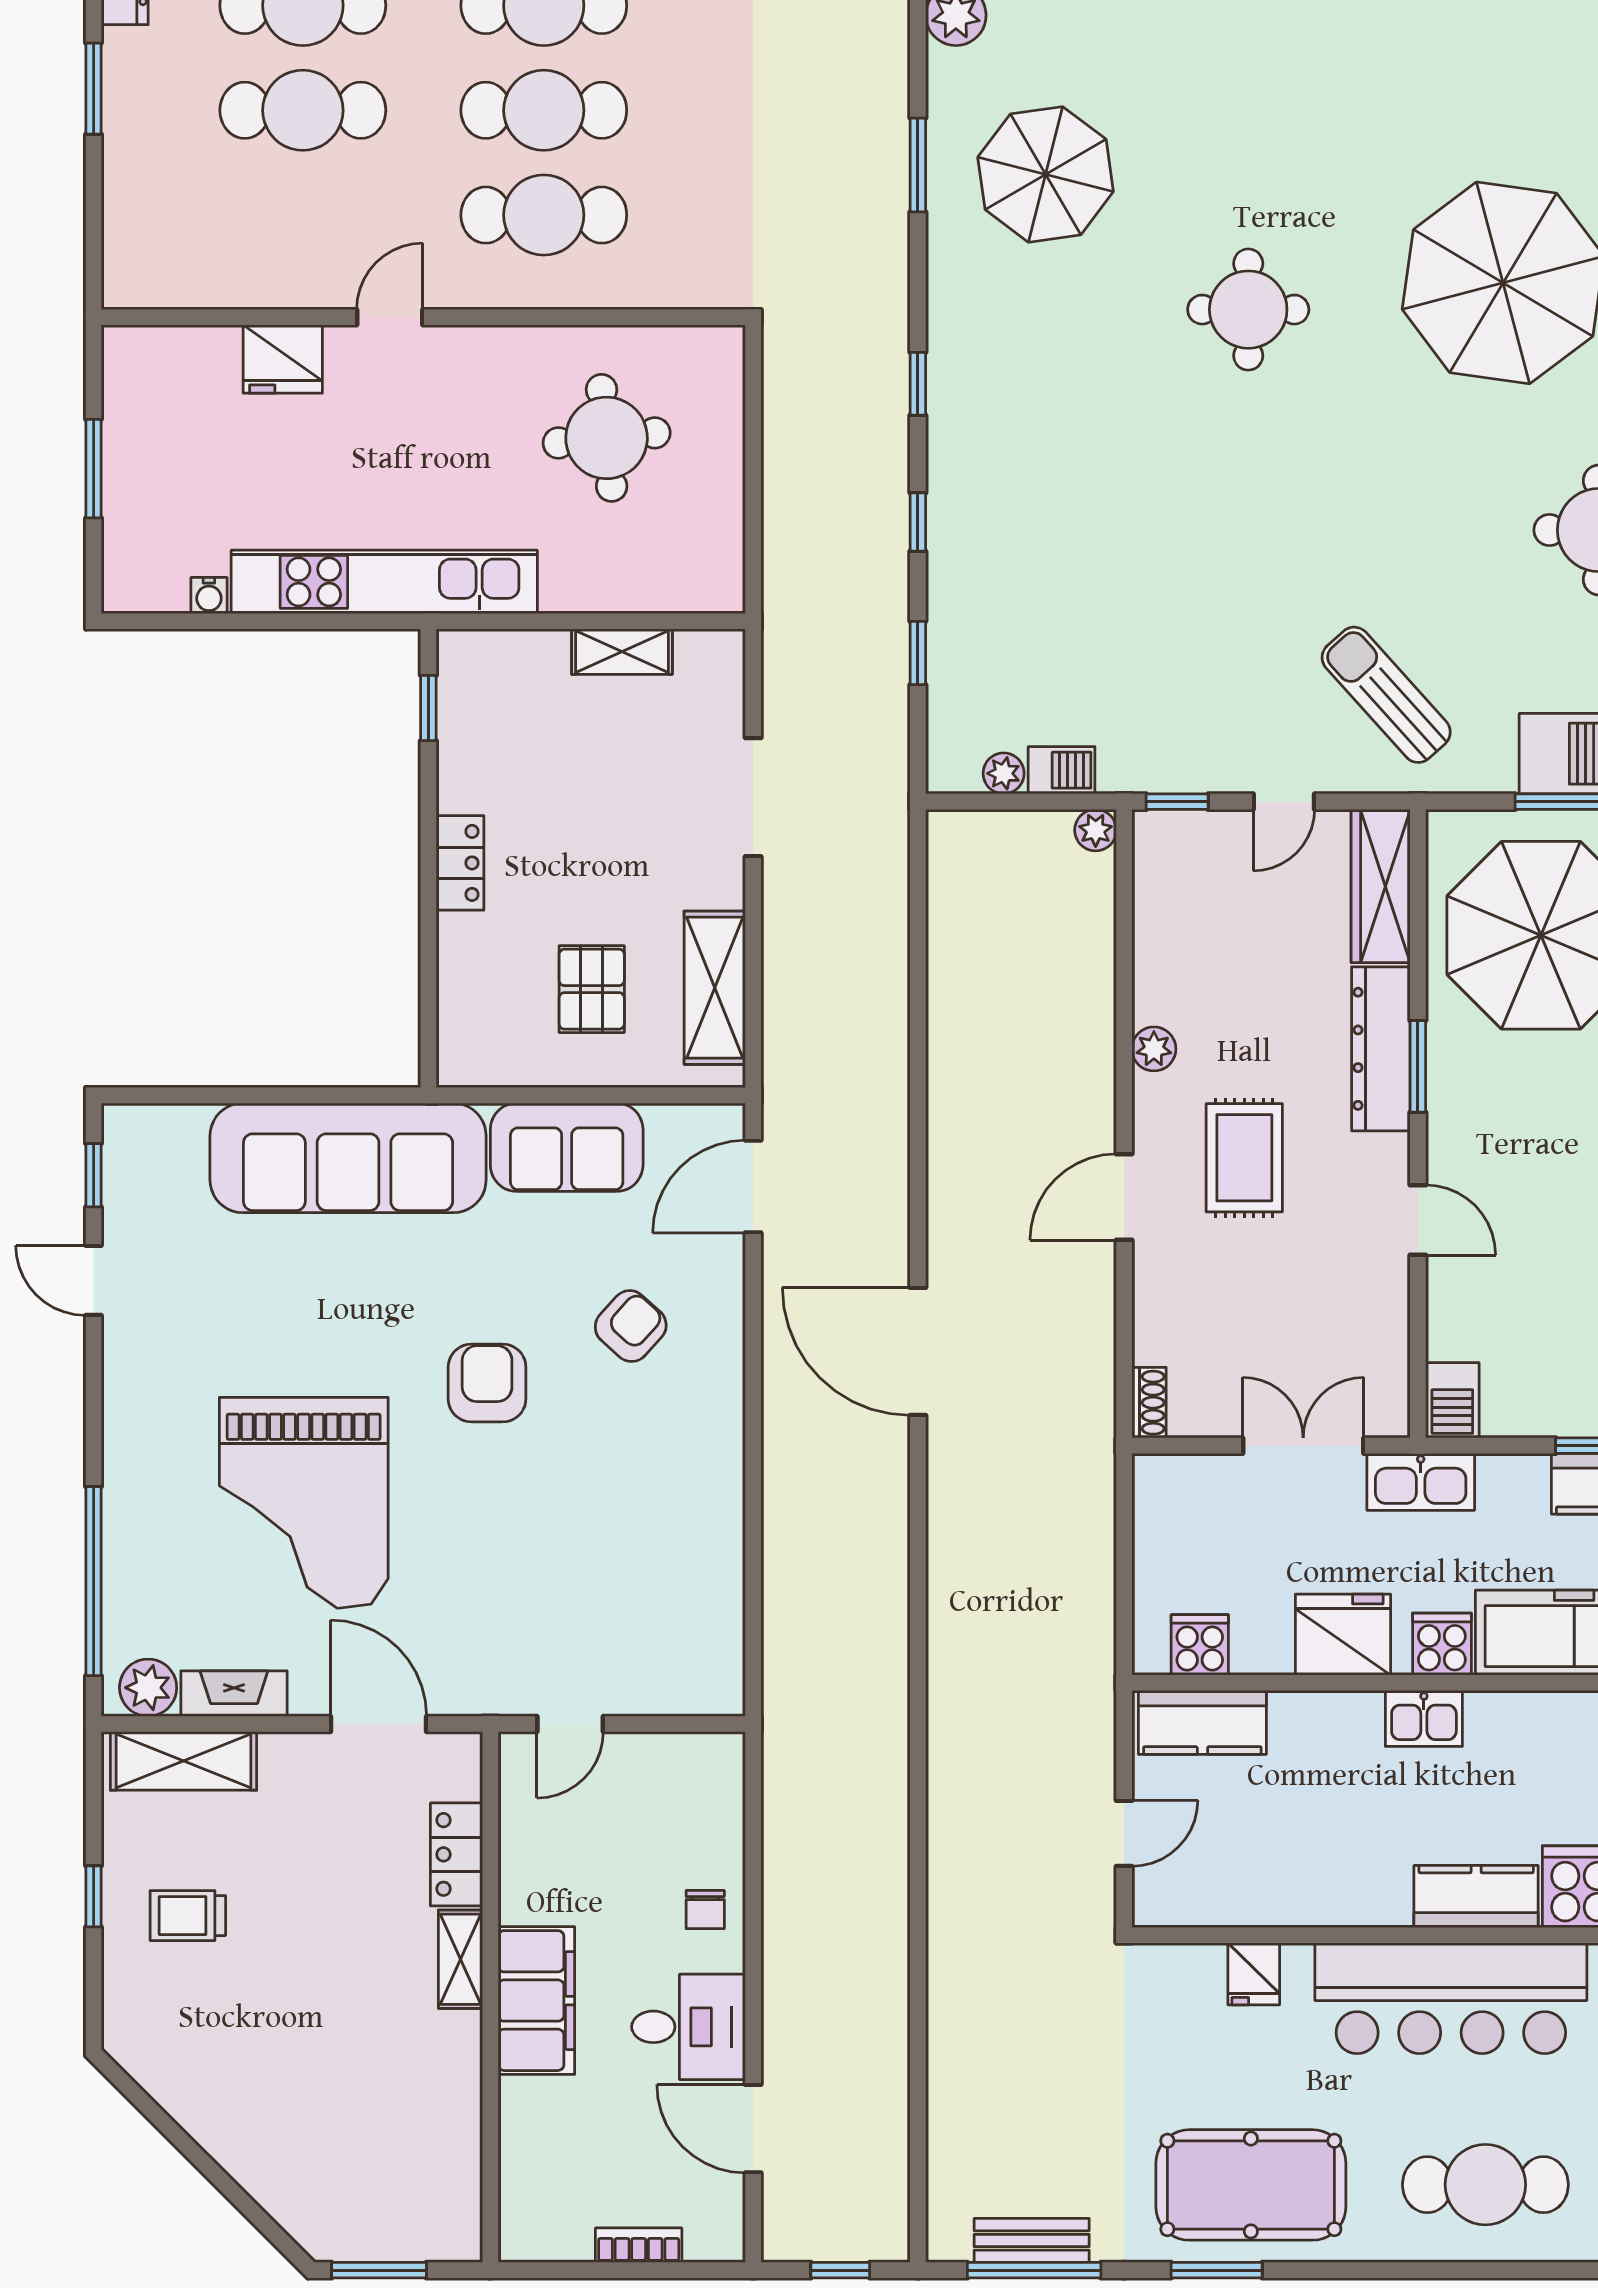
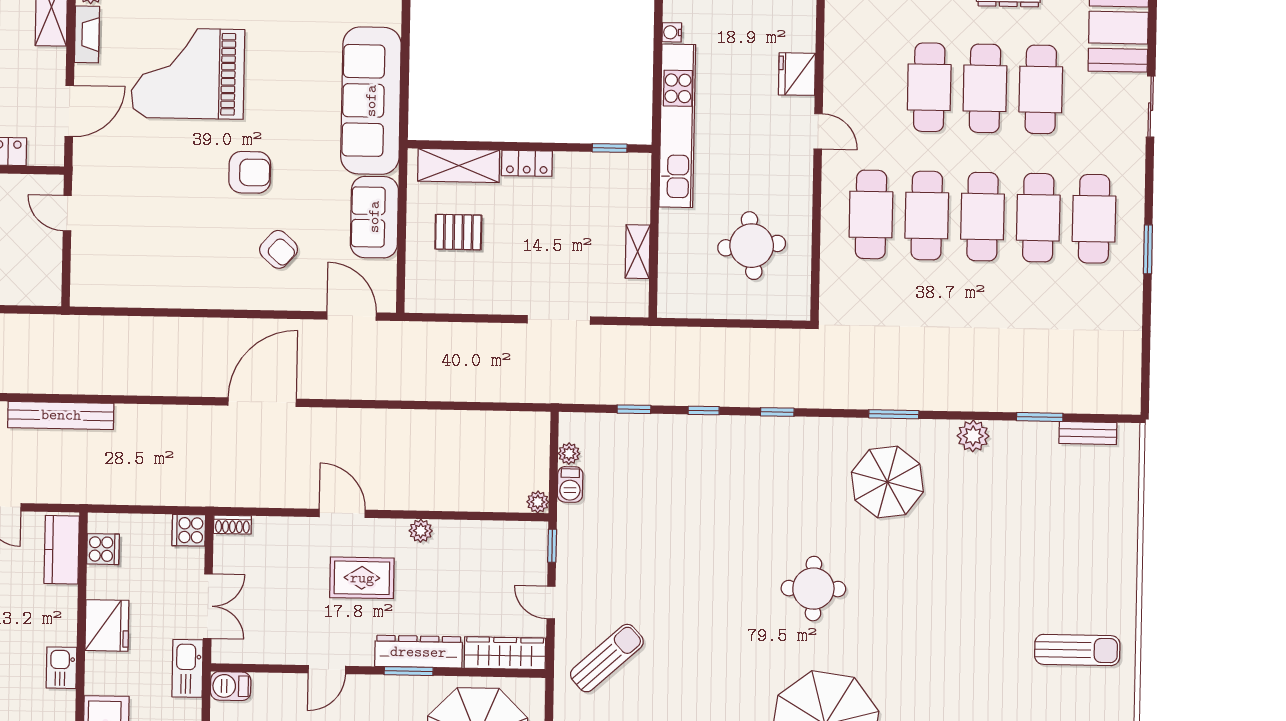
shelving: (715, 988) -> (459, 166), moved
cooker: (1442, 1644) -> (189, 530), moved, turned 180
bench: (950, 1729) -> (61, 415), added

